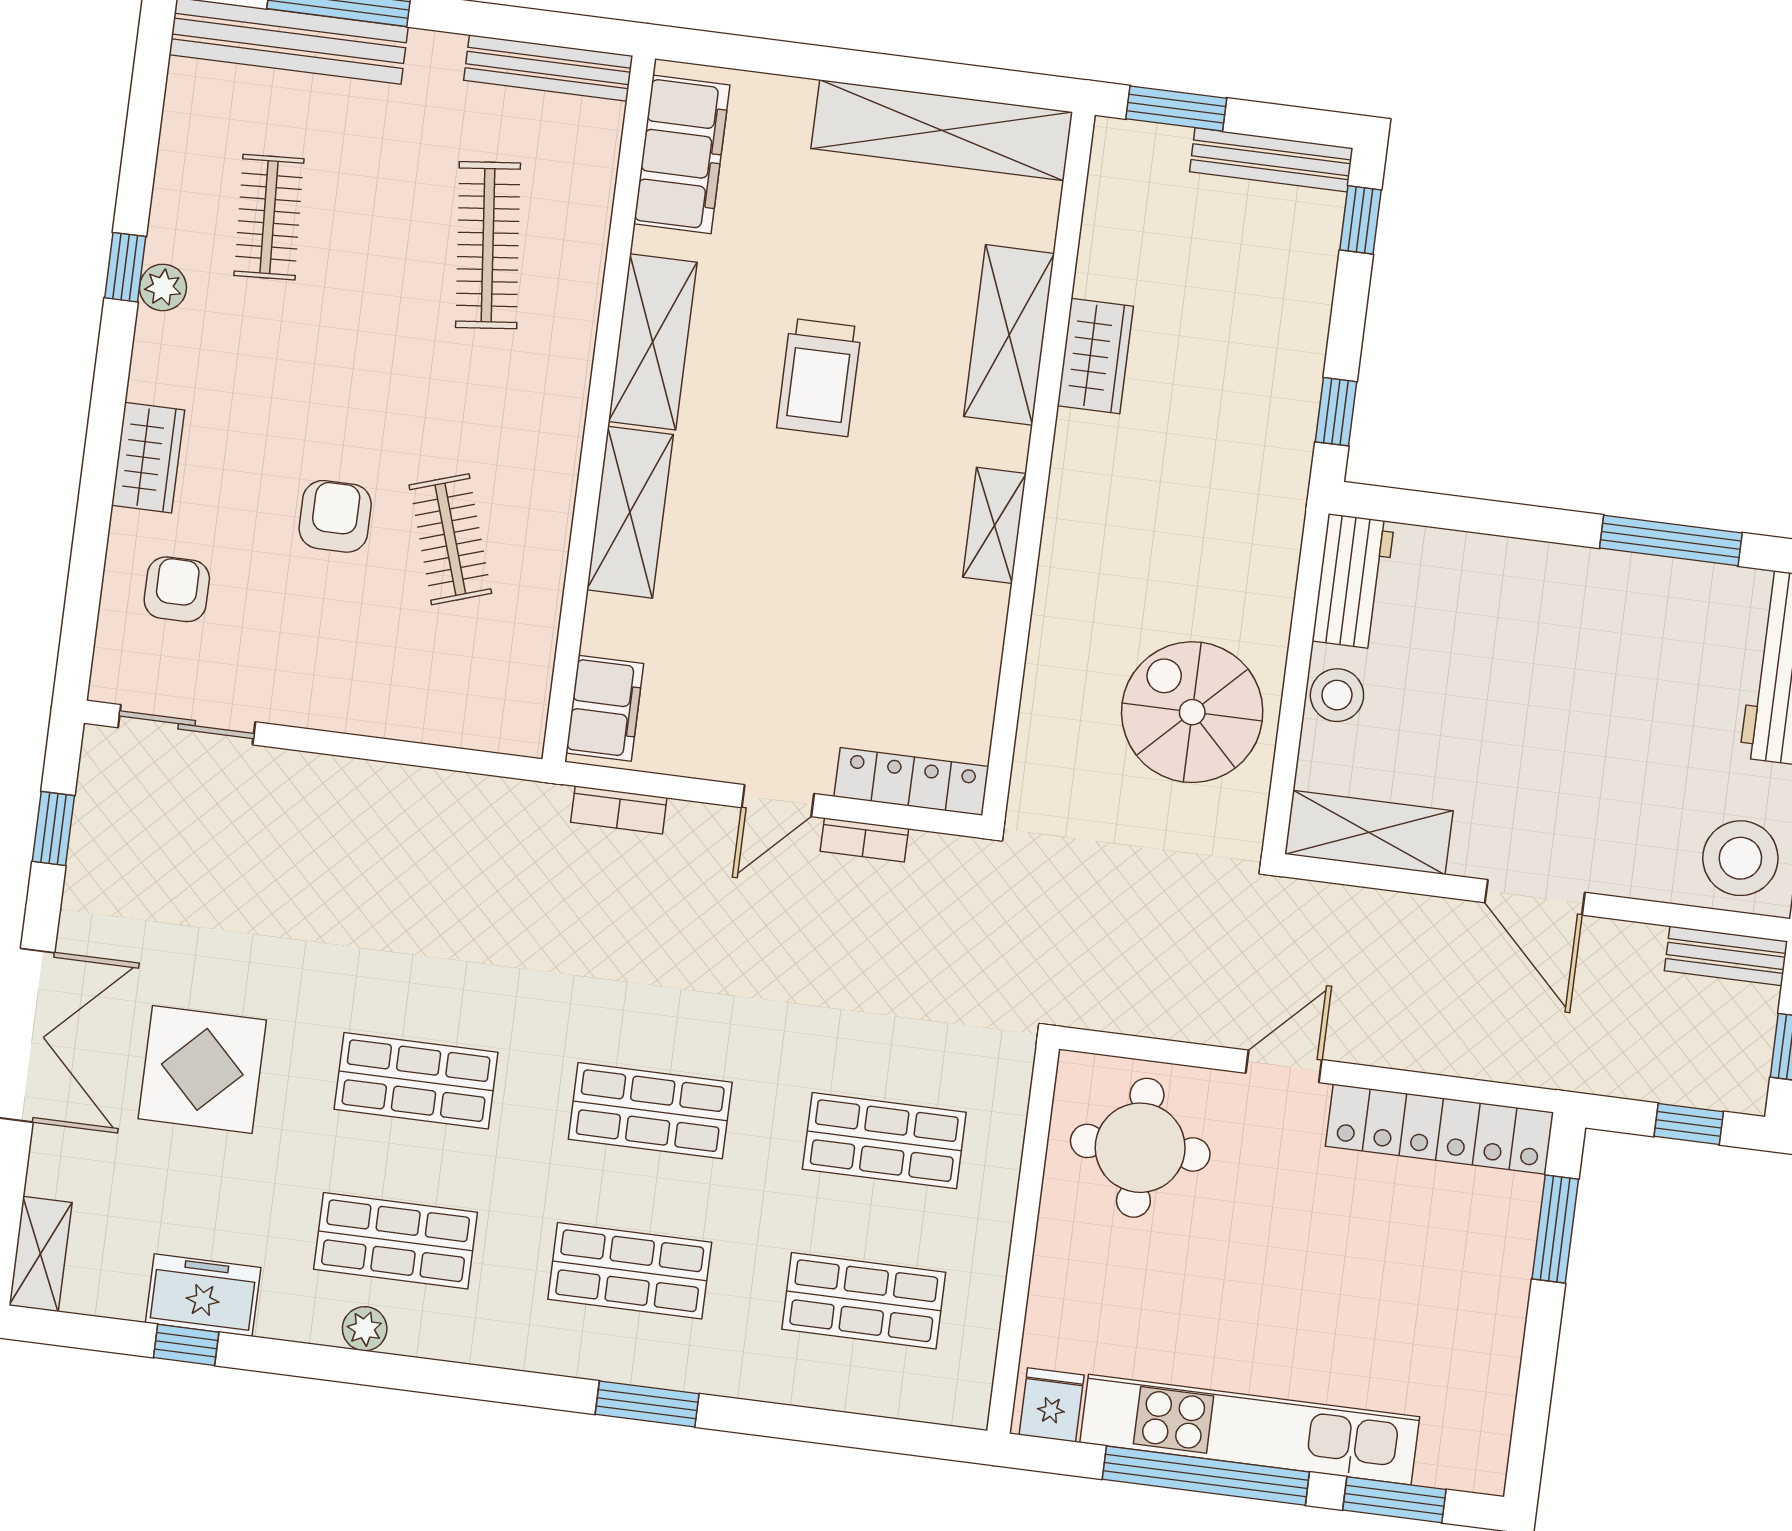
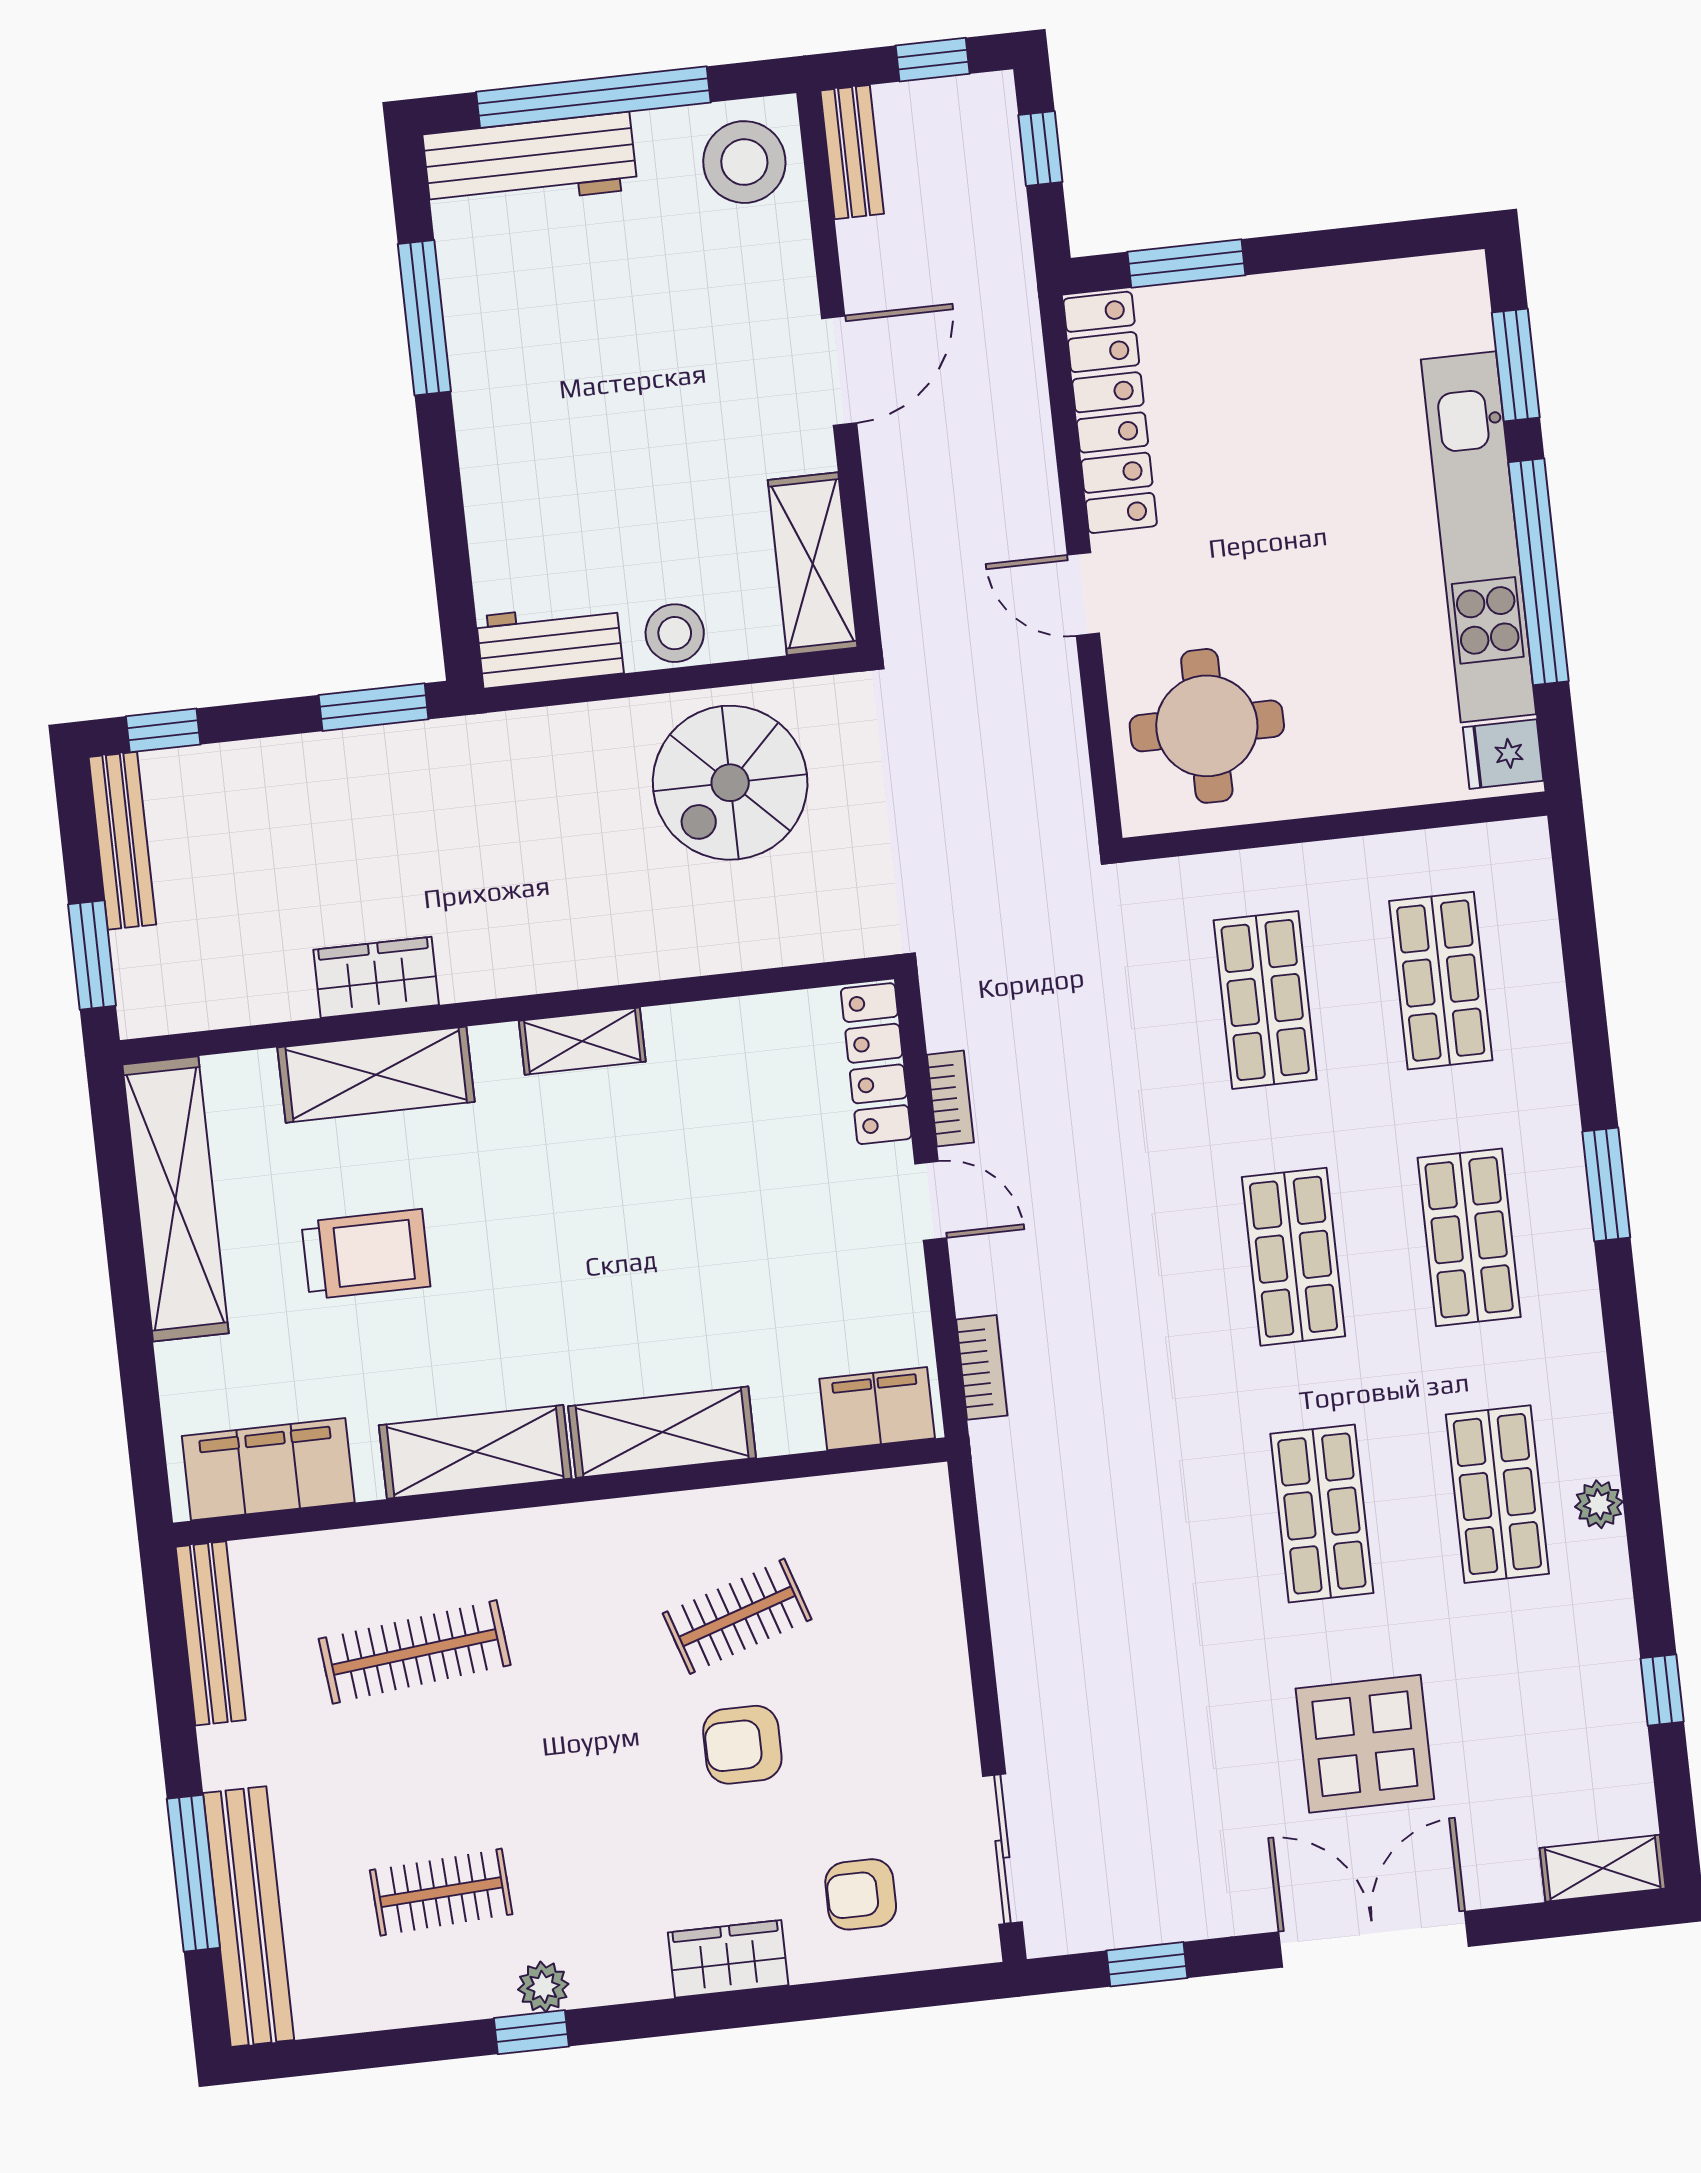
trolley: (819, 377) -> (366, 1254), moved
window: (1336, 412) -> (374, 707), width x1.50
freezer: (203, 1295) -> (1605, 1685), removed

